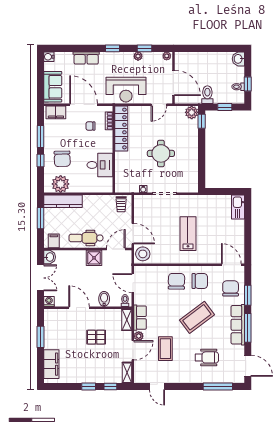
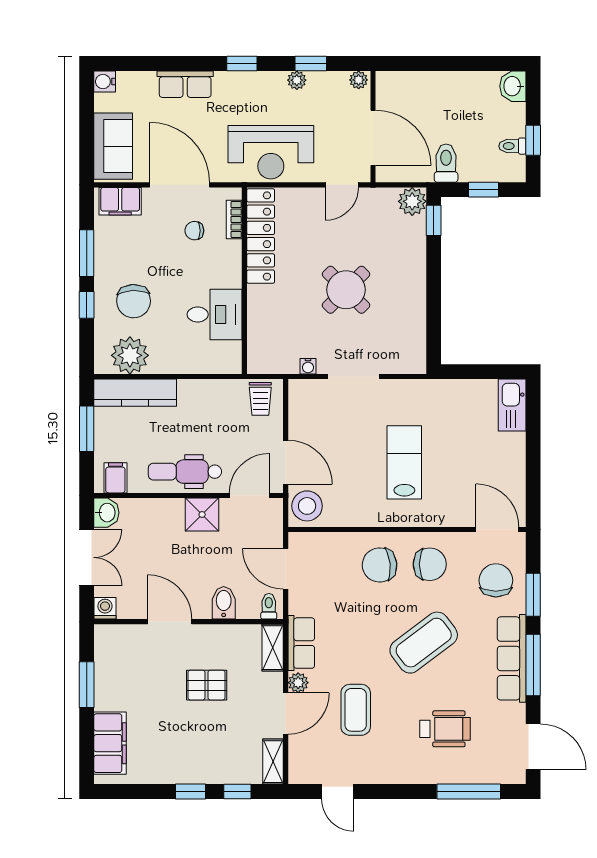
round table: (161, 153) -> (346, 290), turned 45
chair: (176, 281) -> (380, 565), turned -97

